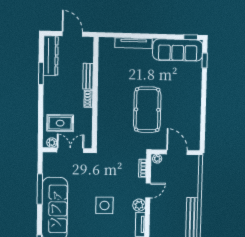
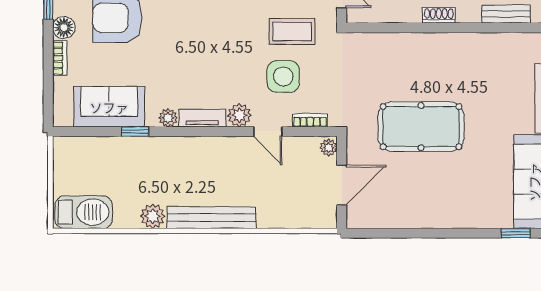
bench: (88, 76) -> (506, 14), moved
coffee table: (96, 177) -> (292, 31), added
side table: (104, 205) -> (283, 77), moved

